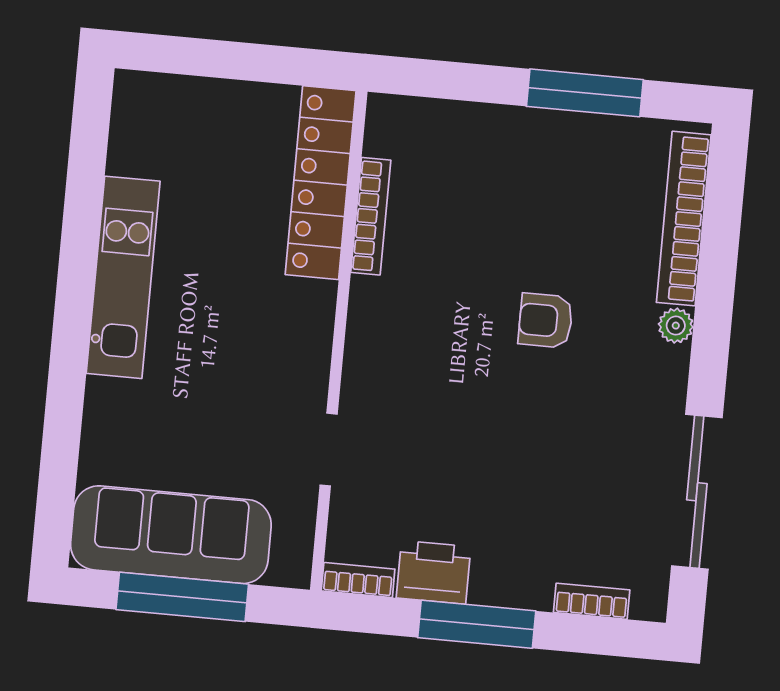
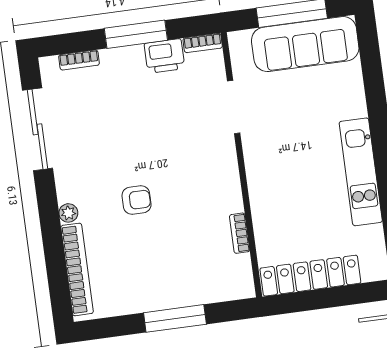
window: (585, 93) -> (175, 318), moved
locker: (321, 183) -> (310, 276), moved, turned -90
bookcase: (371, 216) -> (240, 233), width x0.64
doorway: (329, 450) -> (234, 107), width x1.38

